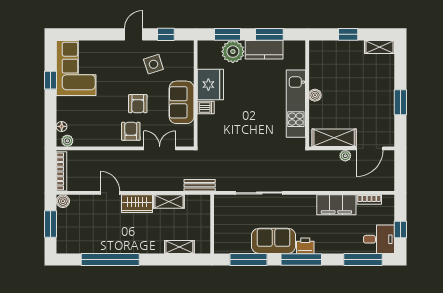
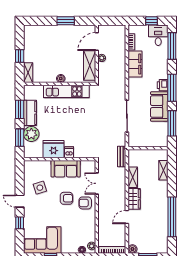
window: (166, 34) -> (20, 223), moved
shelving: (380, 47) -> (28, 73), moved
door: (370, 148) -> (97, 42), swing flipped

